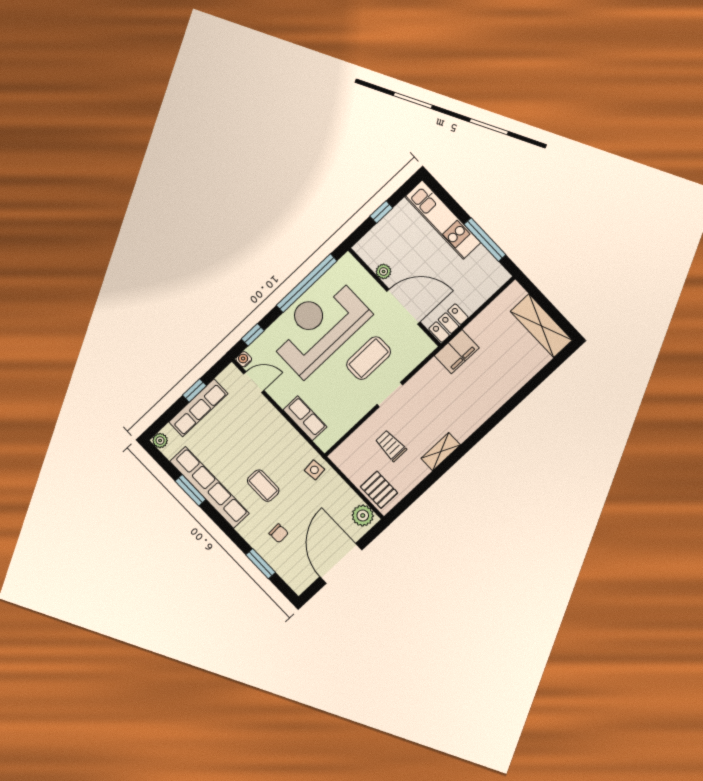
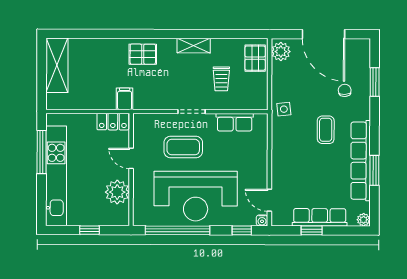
kitchen unit: (443, 220) -> (56, 176), width x1.36
plant: (383, 271) -> (117, 192), width x1.88, depth x1.88
door: (403, 307) -> (131, 158), width x0.53
filing cabinet: (457, 352) -> (125, 99), width x0.50
pallet: (477, 404) -> (143, 54), added
row of seats: (305, 418) -> (235, 122), moved, turned -90
door: (341, 563) -> (323, 34), hinge flipped

